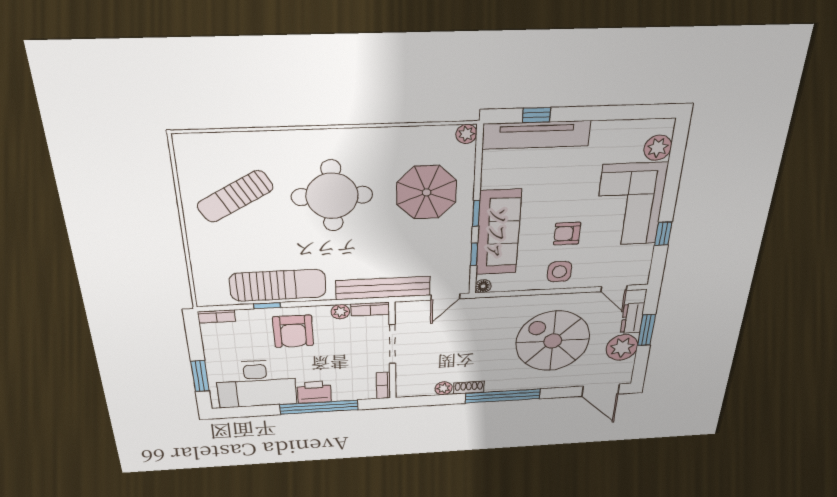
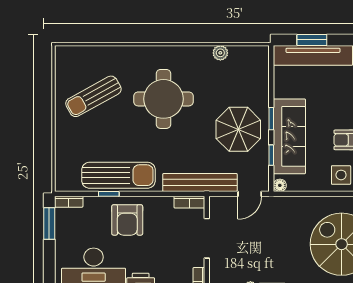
window: (536, 115) -> (312, 40), width x1.50
plant: (466, 134) -> (220, 53), moved
parasol: (427, 192) -> (238, 129), moved
plant: (340, 312) -> (166, 203), removed
window: (200, 376) -> (49, 224), moved

